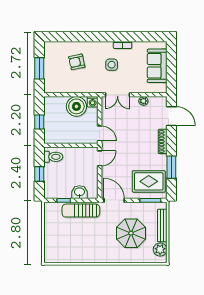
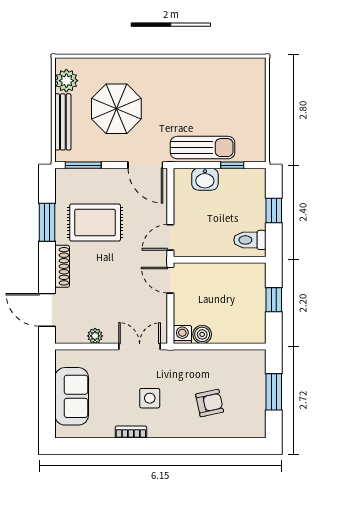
boiler: (76, 106) -> (202, 334), width x0.54, depth x0.54
rug: (149, 181) -> (95, 223), moved

